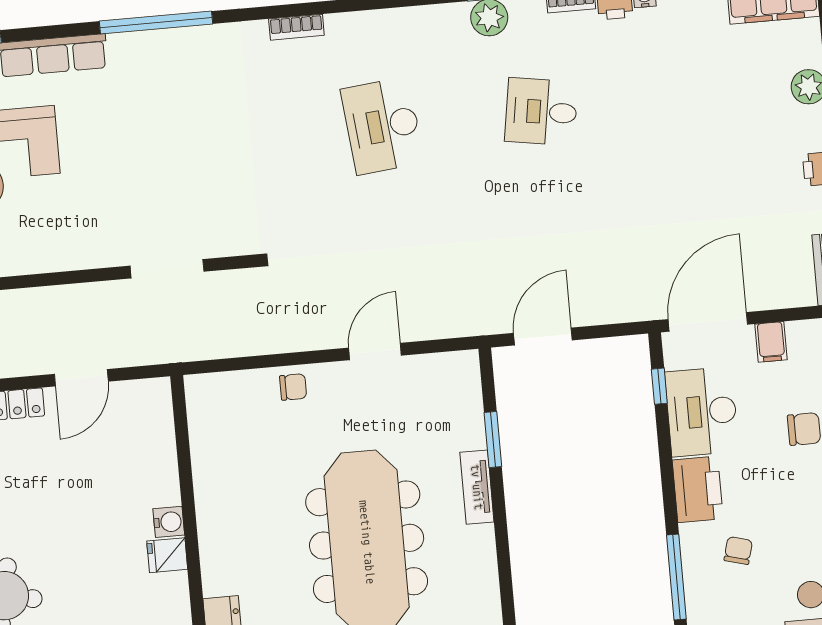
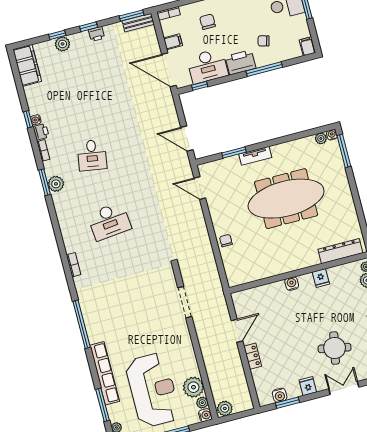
door: (375, 352) -> (200, 188), moved
door: (81, 378) -> (237, 331), hinge flipped
fridge: (167, 555) -> (321, 278), moved
window: (676, 577) -> (264, 69), moved

